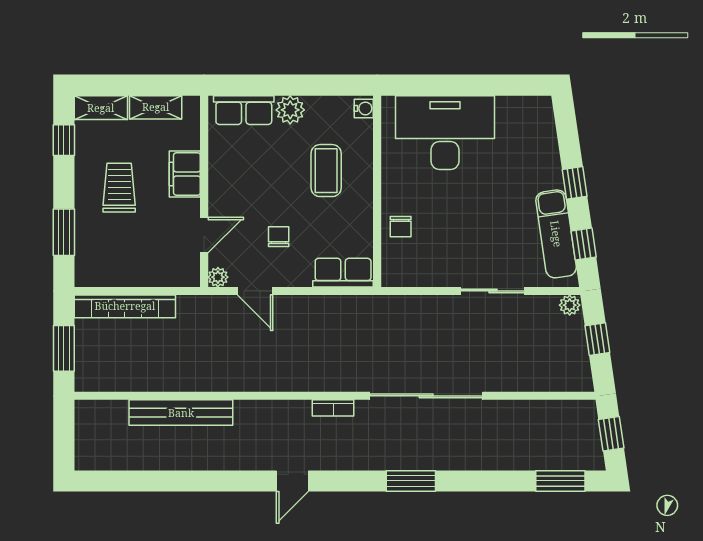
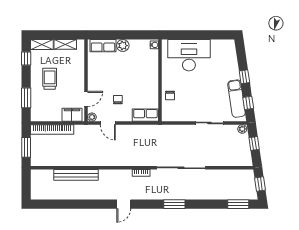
coffee table: (326, 171) -> (138, 71), removed
filing cabinet: (185, 174) -> (72, 115), moved, turned 90

